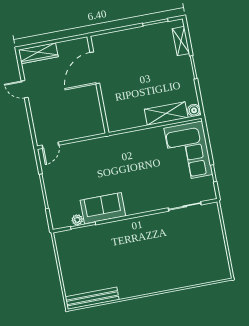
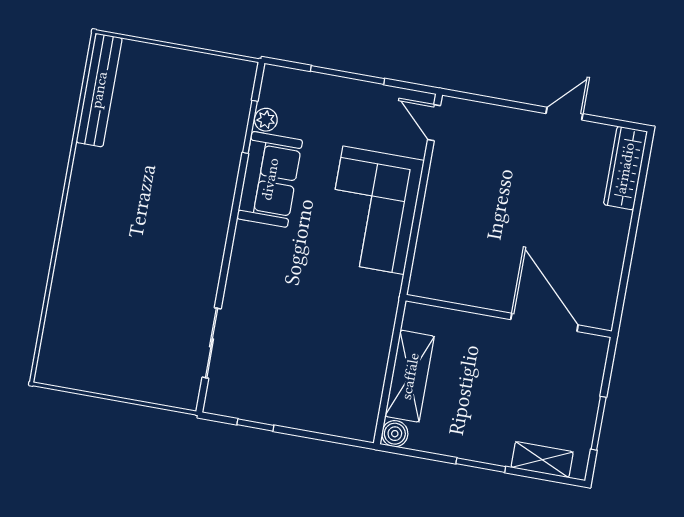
door: (95, 68) -> (544, 322), moved
wall: (98, 85) -> (509, 316), moved
corner sofa: (188, 151) -> (374, 210), moved, turned -90

